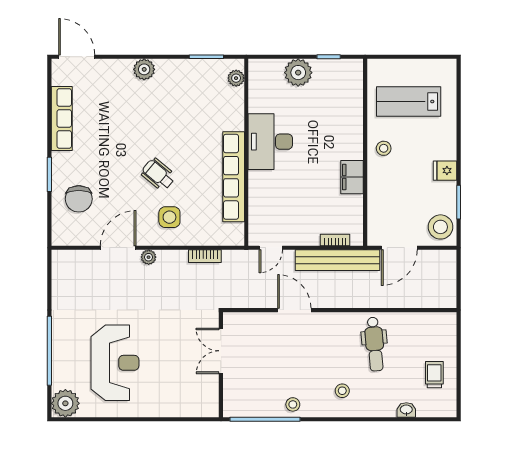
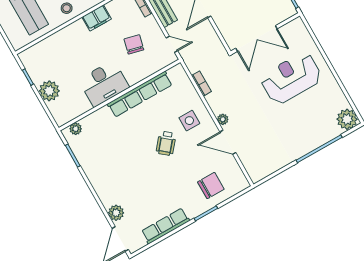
plant: (144, 69) -> (116, 213), moved
chair: (296, 203) -> (134, 44), added
double door: (221, 351) -> (256, 38), width x1.37
reception desk: (115, 363) -> (291, 78), moved

